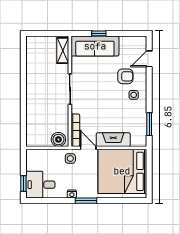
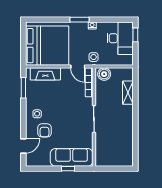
shelving: (63, 51) -> (128, 93), moved
armchair: (125, 76) -> (45, 130), turned -90
fireplace: (113, 140) -> (45, 74), moved
desk: (40, 185) -> (120, 38), width x1.37

